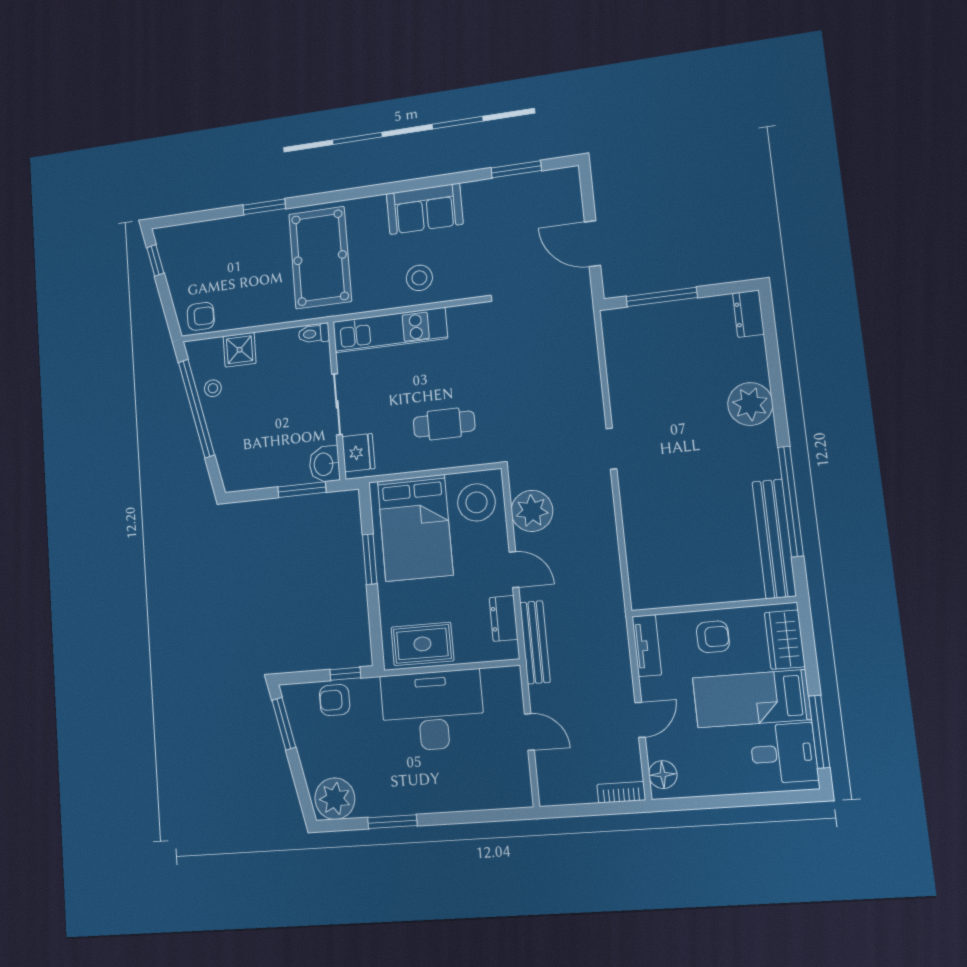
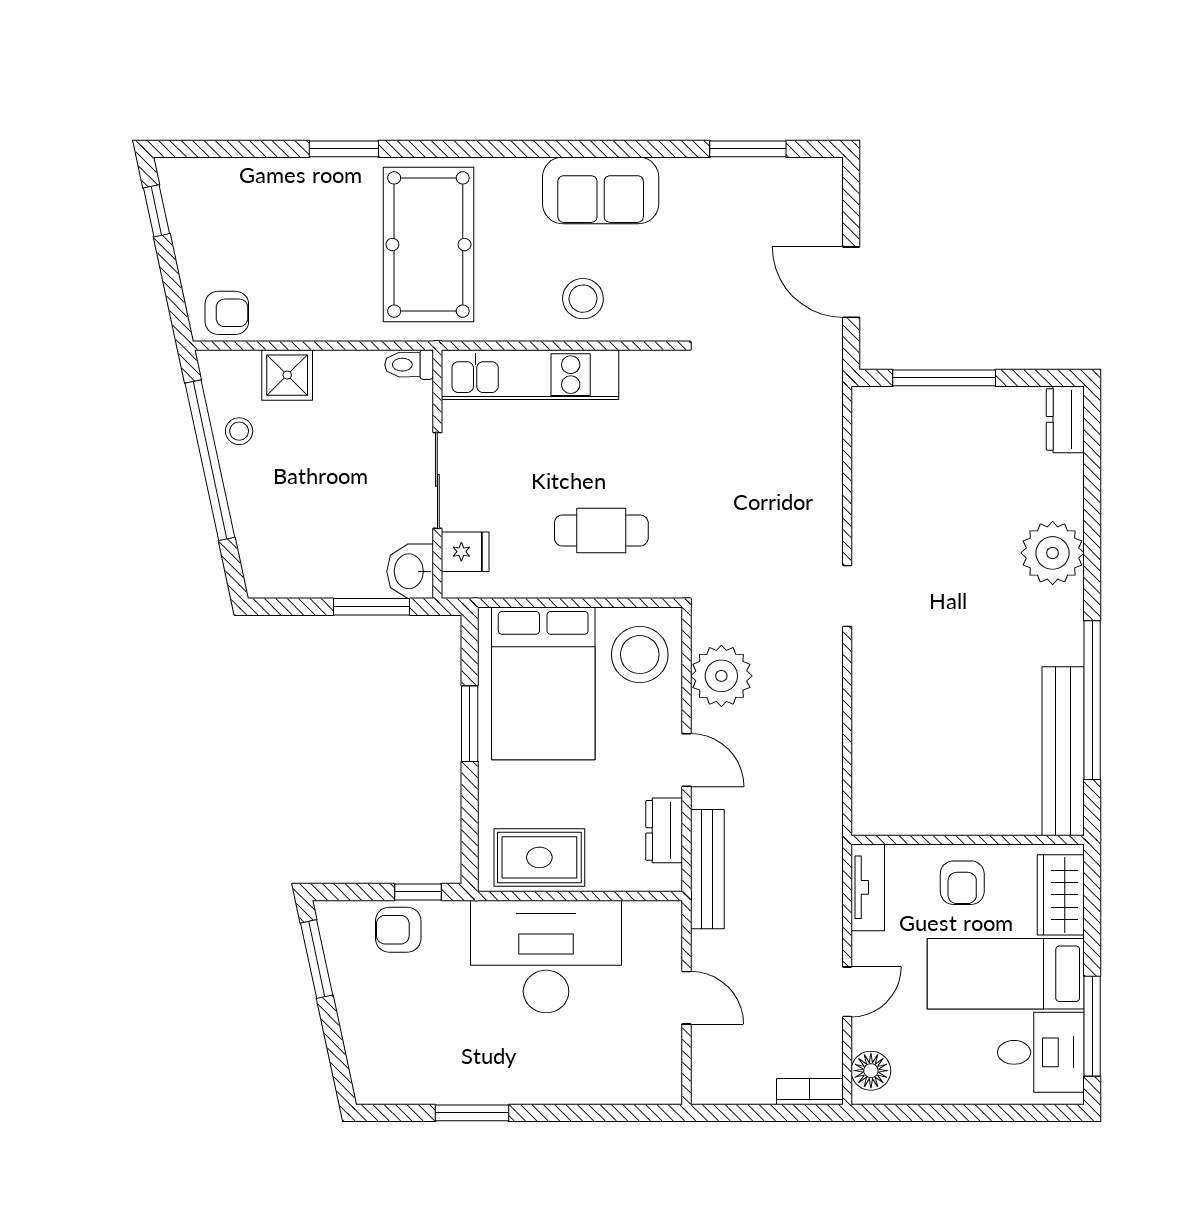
fridge: (358, 453) -> (465, 552), width x0.72
armchair: (713, 637) -> (962, 883), turned 90
plant: (335, 799) -> (387, 1074), removed

